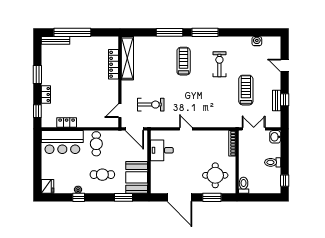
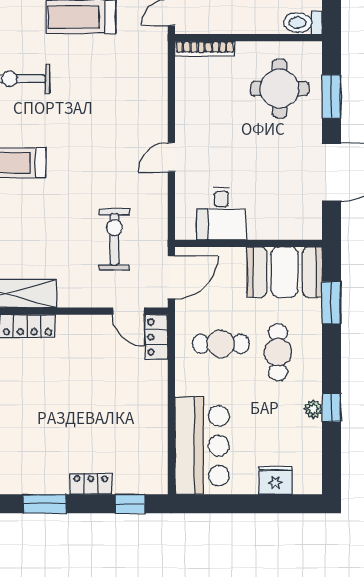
locker: (67, 123) -> (156, 337), moved
cafe table: (96, 144) -> (221, 344), moved
fridge: (48, 186) -> (275, 480), moved

